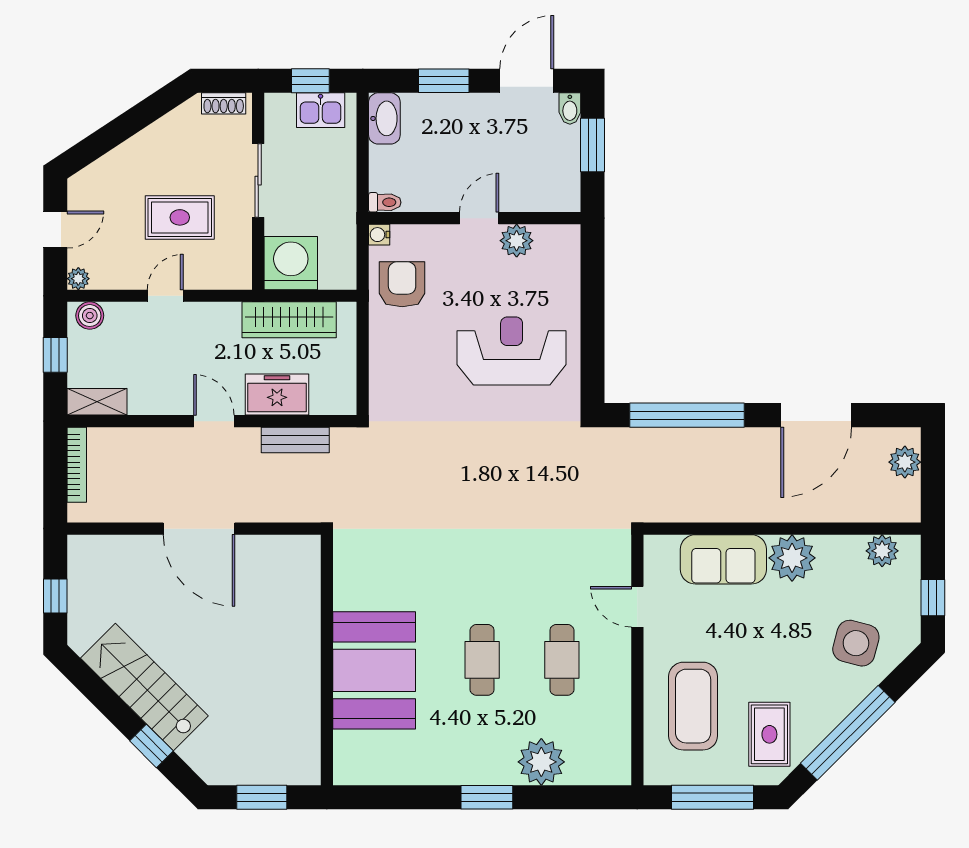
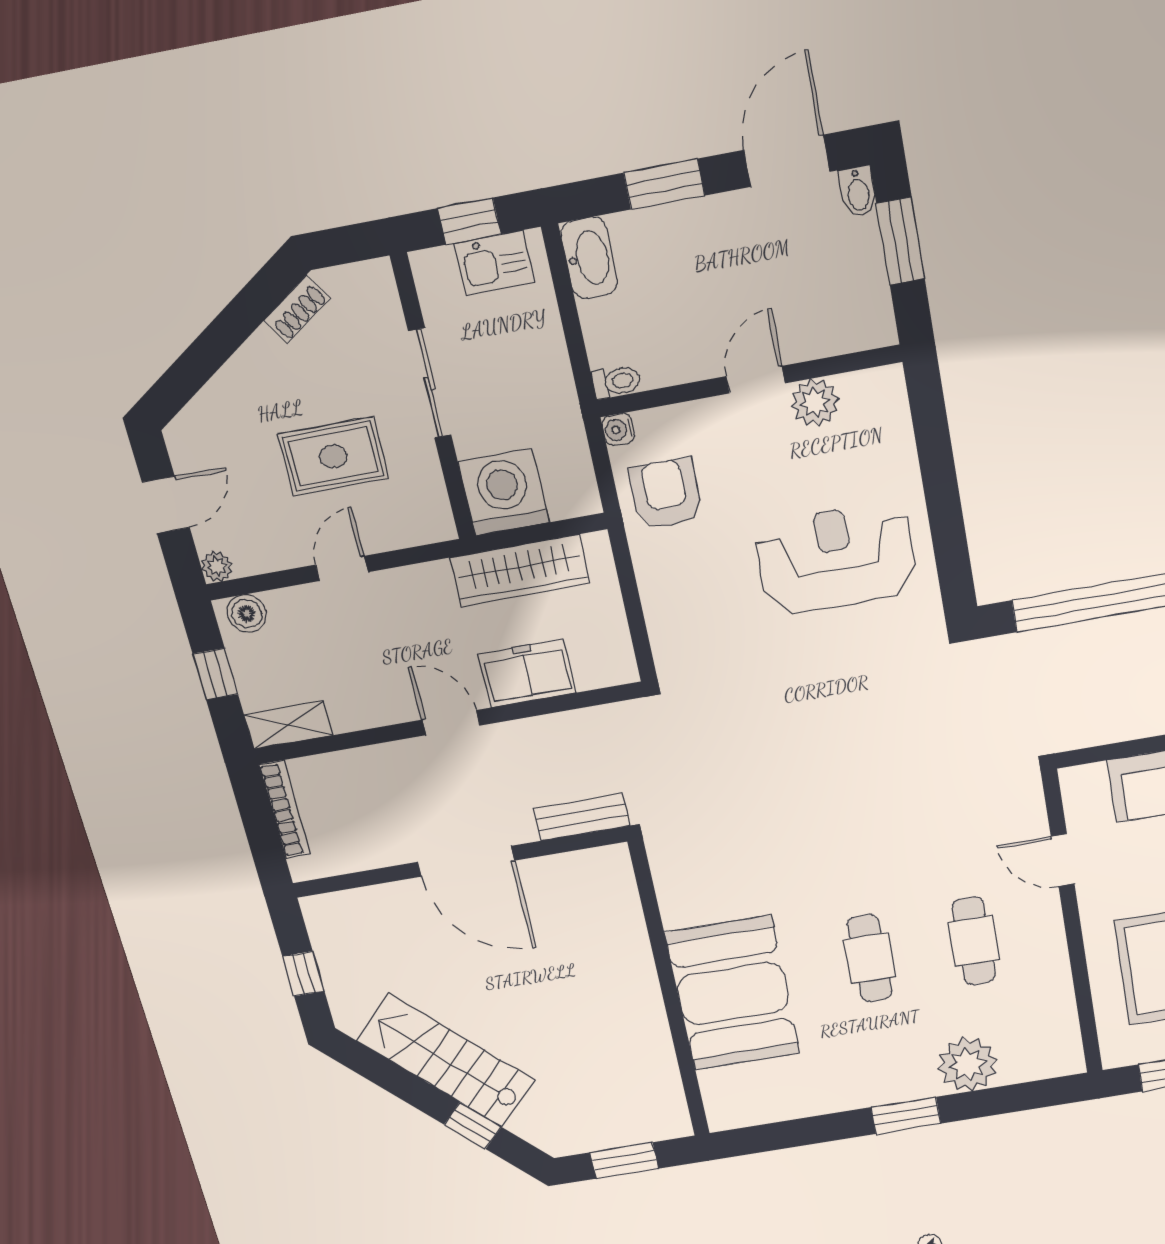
shoe rack: (224, 103) -> (297, 309), moved, turned -33
bench: (295, 440) -> (582, 817), moved

